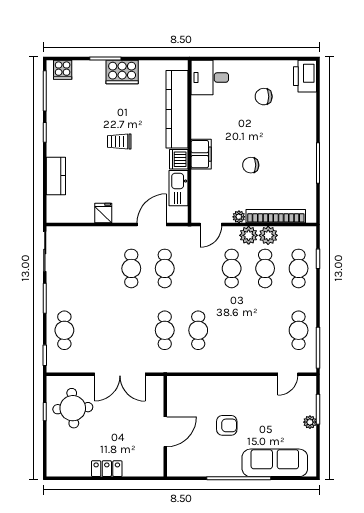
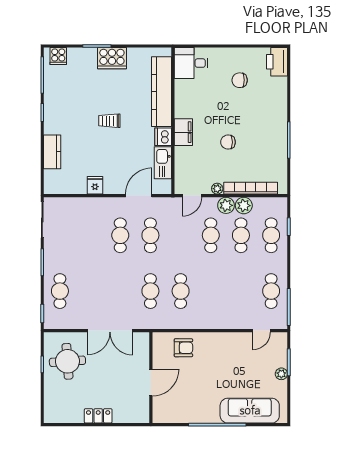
armchair: (227, 425) -> (183, 348), moved

